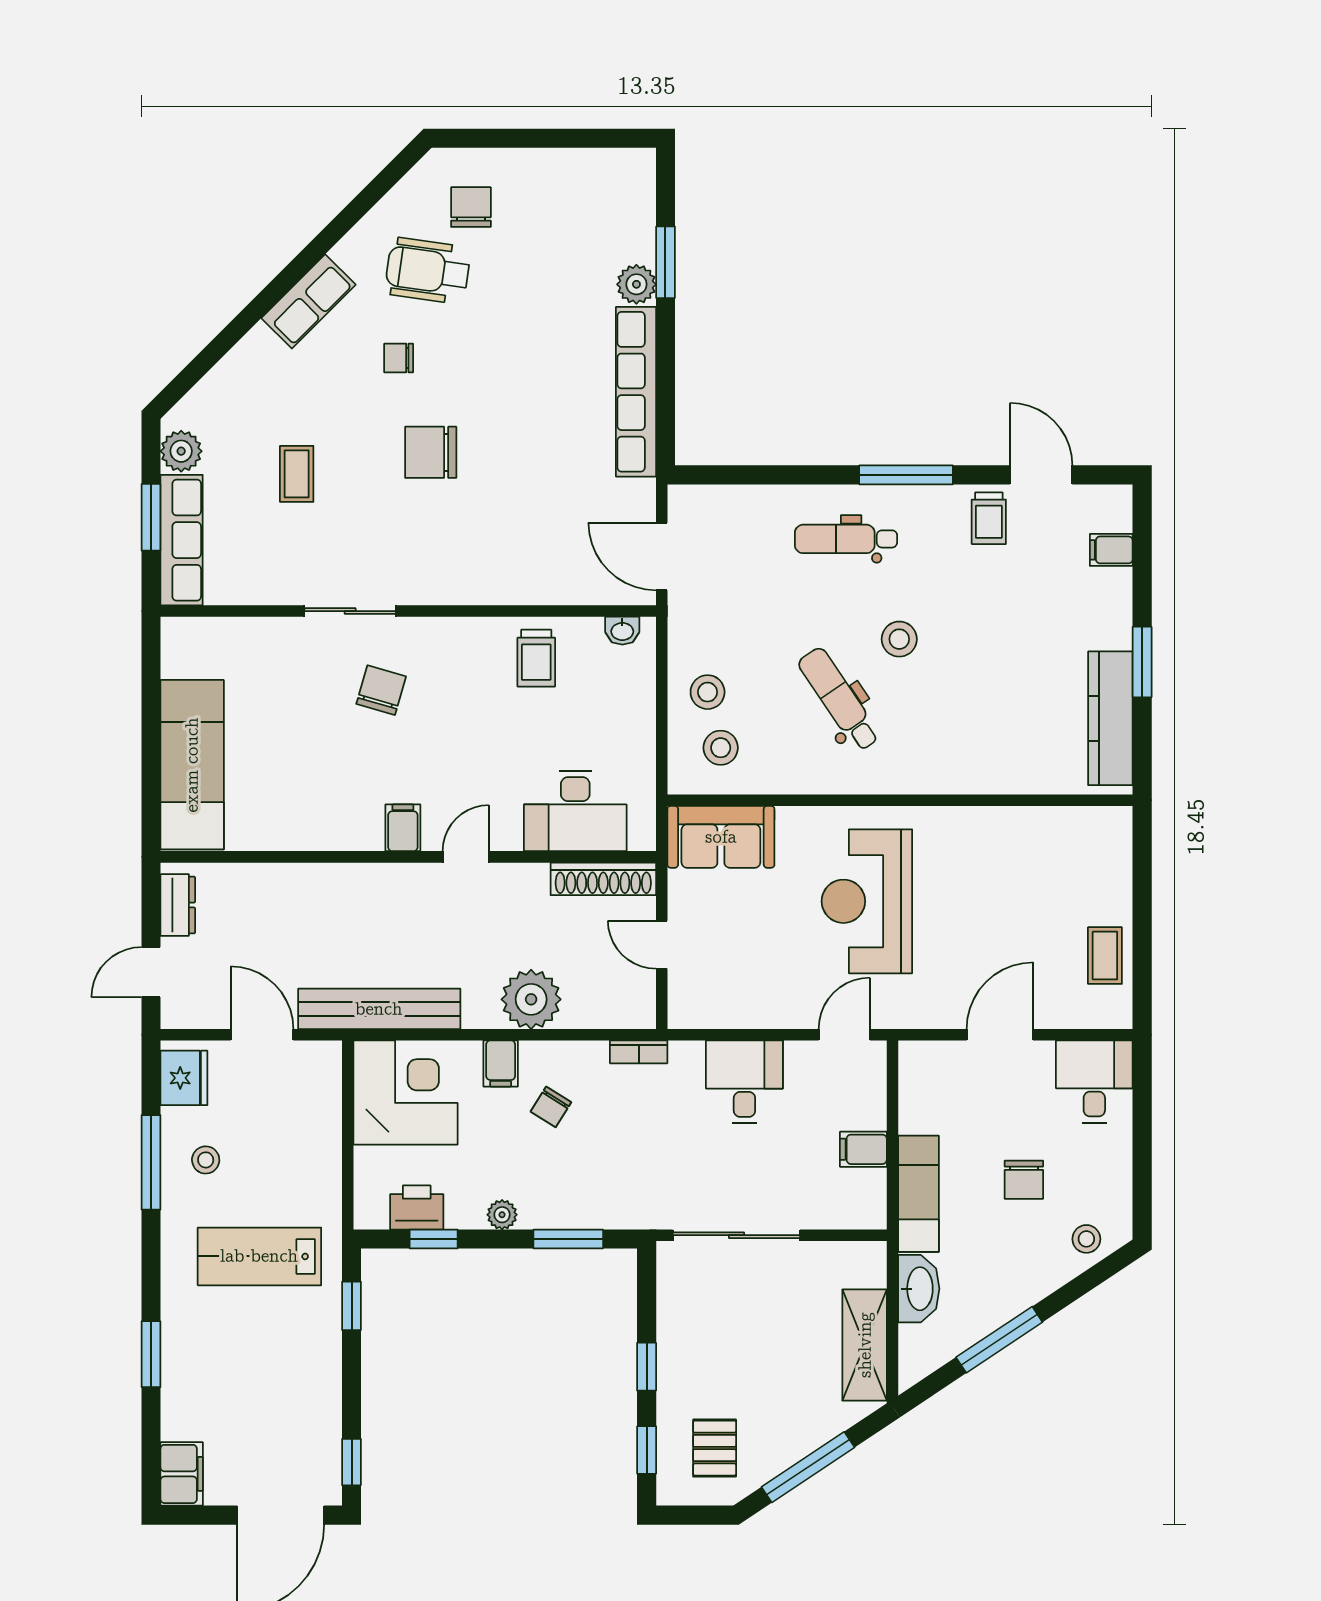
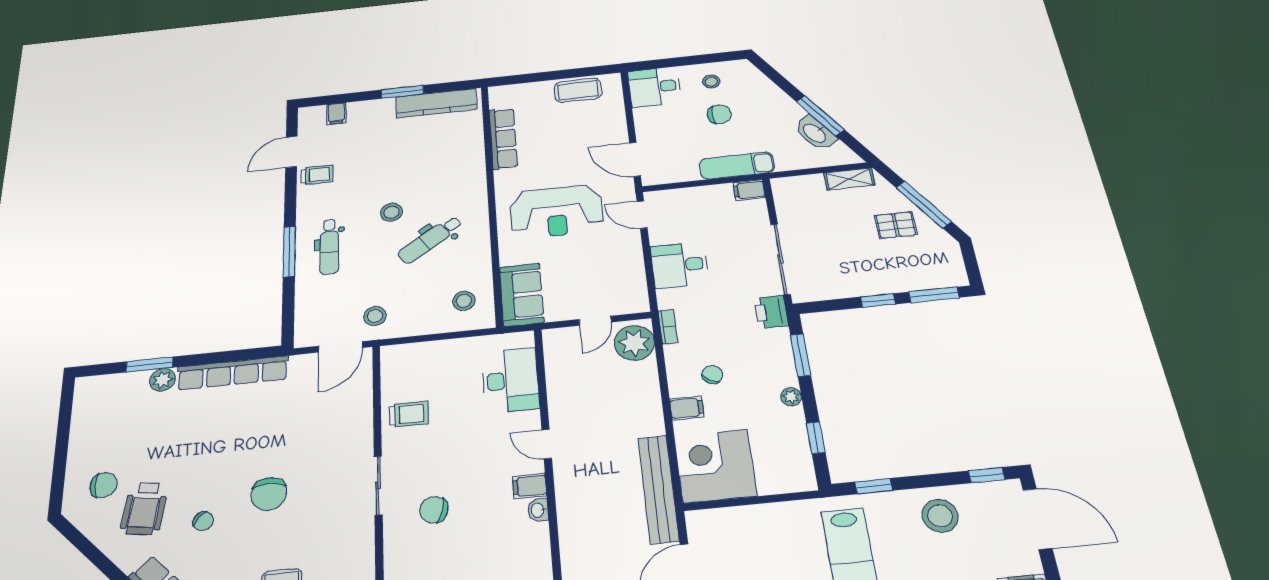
chair: (471, 207) -> (103, 485), turned 180
chair: (399, 358) -> (203, 521), turned -48
window: (906, 475) -> (289, 251), moved
sliding door: (350, 611) -> (378, 485), moved
washbasin: (622, 631) -> (538, 510), moved, turned 180
stool: (708, 692) -> (375, 316), moved
row of seats: (1022, 826) -> (503, 139), added
shoe rack: (603, 879) -> (555, 359), removed
coffee table: (1105, 956) -> (578, 90), width x1.36, depth x1.30
plant: (531, 999) -> (634, 343), moved
door: (1000, 1035) -> (635, 159), moved
chair: (551, 1107) -> (712, 374), turned -92
filing cabinet: (863, 1149) -> (749, 190), moved, turned 90
printer: (417, 1207) -> (771, 312), moved
stool: (1086, 1239) -> (711, 82), moved
washbasin: (919, 1289) -> (815, 133), moved, turned -124
shelving: (865, 1345) -> (849, 179), width x0.67, depth x0.75
stool: (299, 1387) -> (940, 516), added
pallet: (715, 1448) -> (896, 225), moved
window: (647, 1450) -> (934, 295), width x1.50

